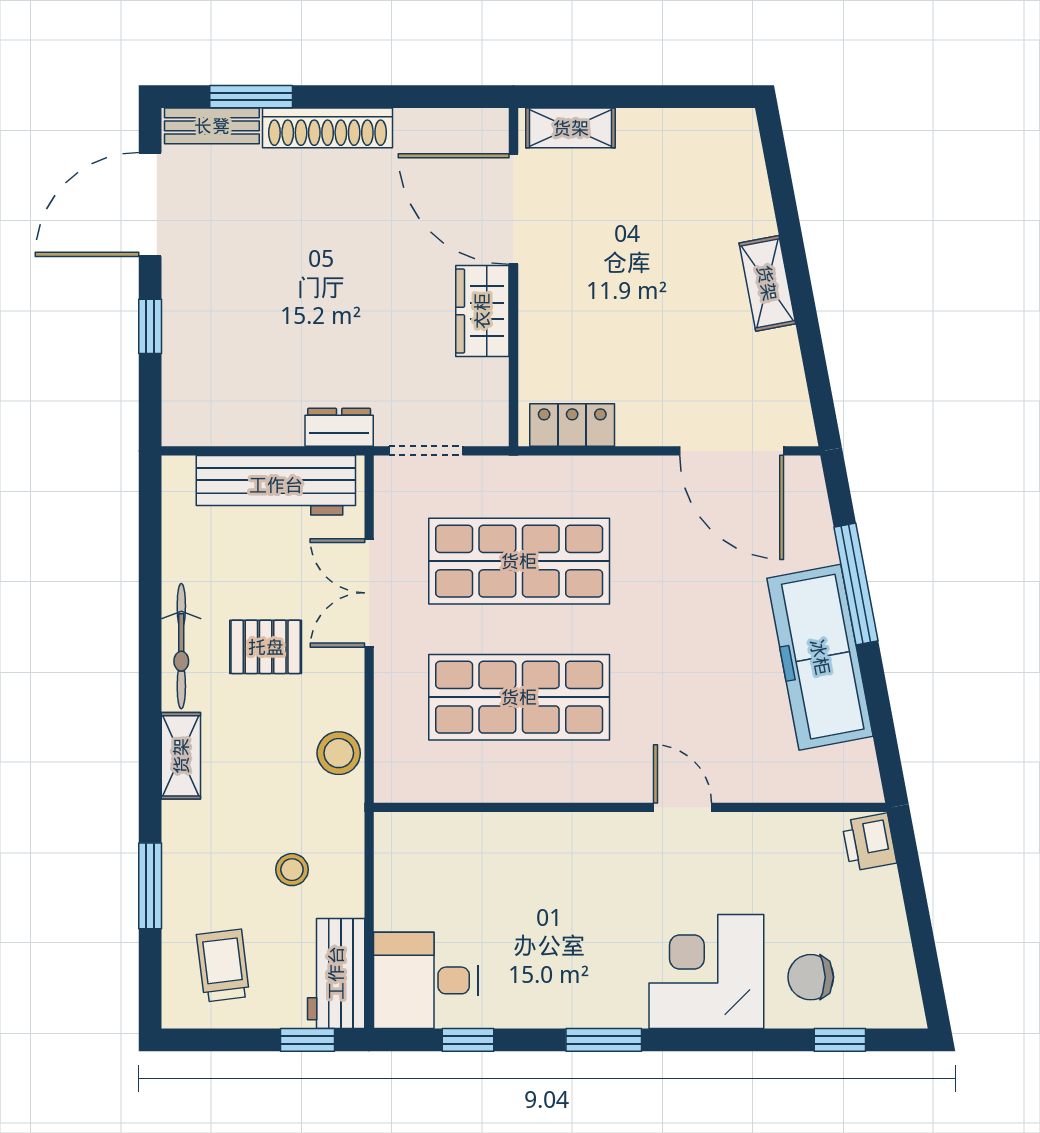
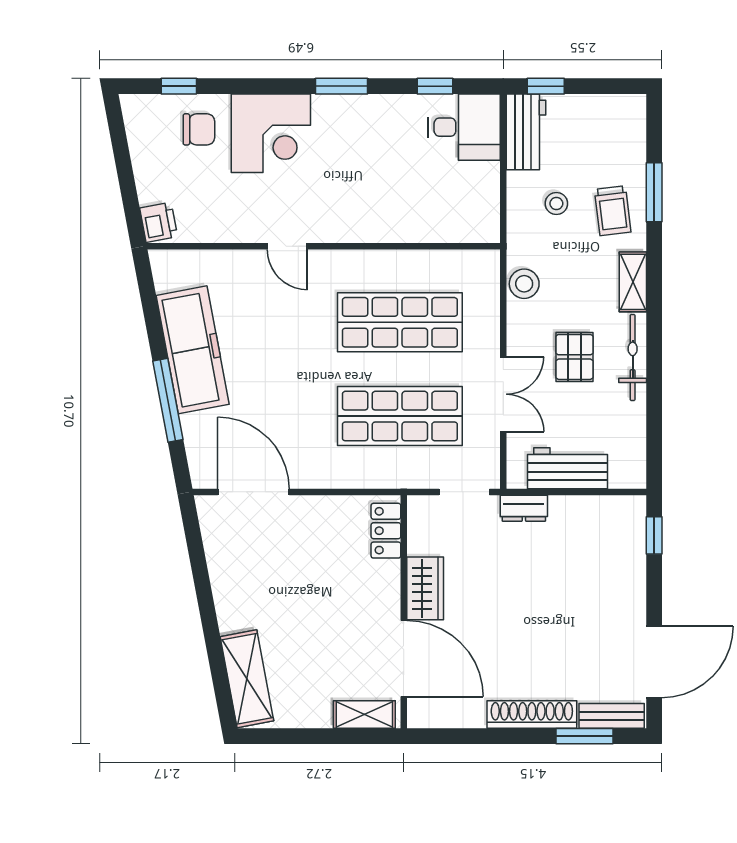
shelving: (767, 283) -> (247, 679), moved, width x1.50, depth x1.33
window: (150, 326) -> (654, 535), moved
locker: (572, 425) -> (386, 531), moved, turned 90
workbench: (276, 485) -> (567, 468), width x0.73
pallet: (266, 647) -> (574, 357), turned 90
trolley: (223, 966) -> (613, 211), moved

